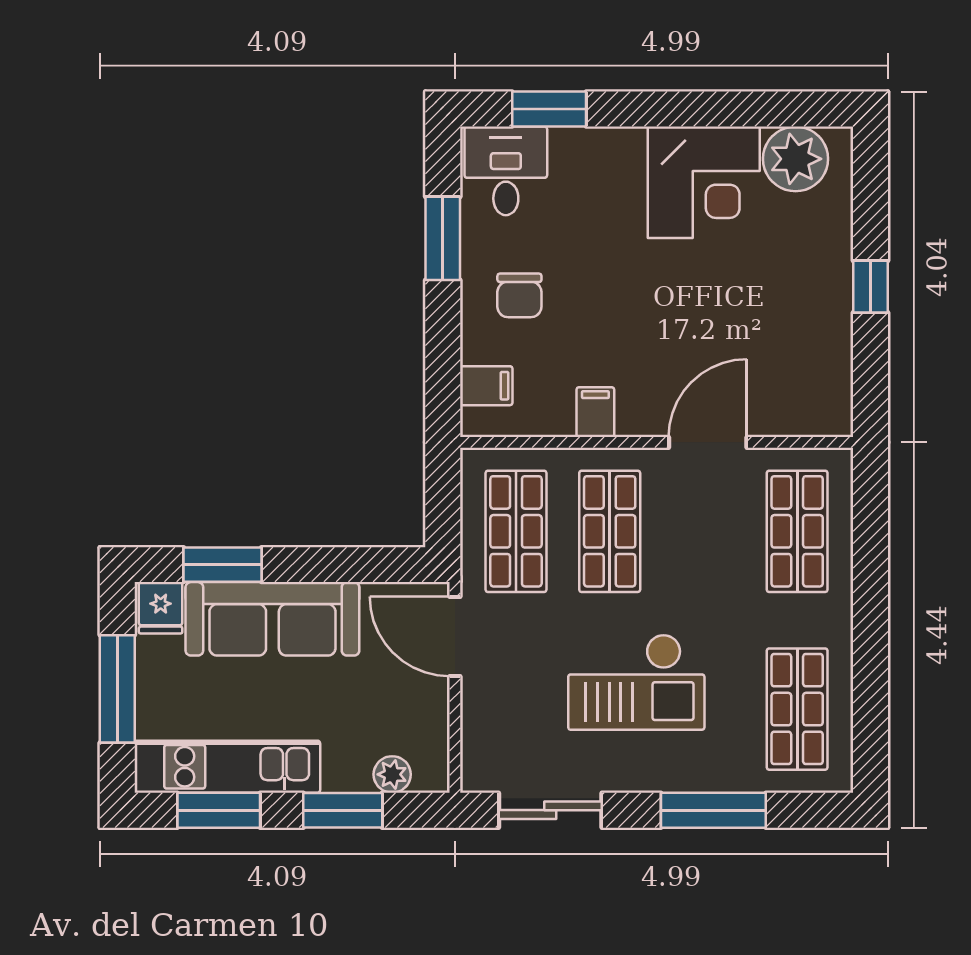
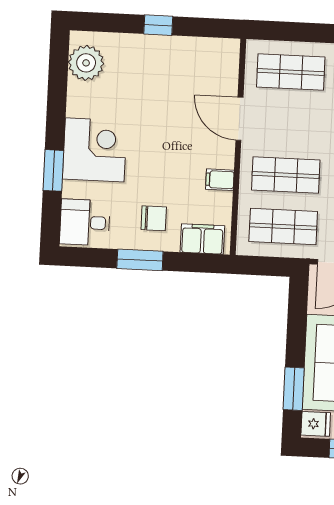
window: (549, 109) -> (53, 170), moved
corner desk: (704, 182) -> (95, 150), moved
window: (443, 238) -> (140, 260), moved
filing cabinet: (486, 386) -> (202, 239), width x2.00

